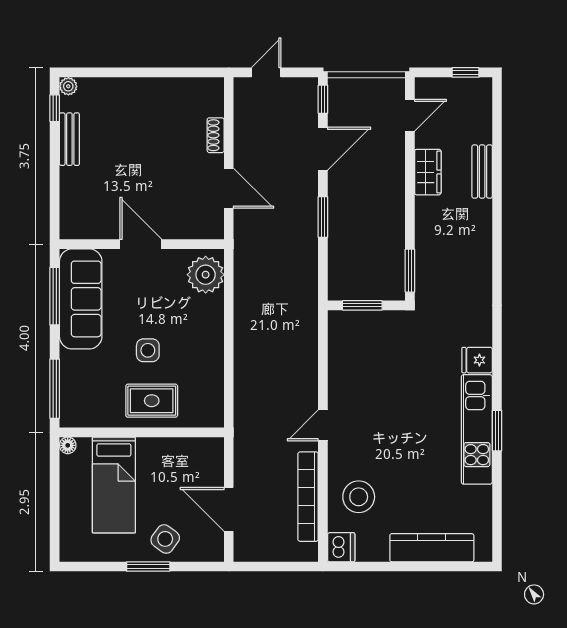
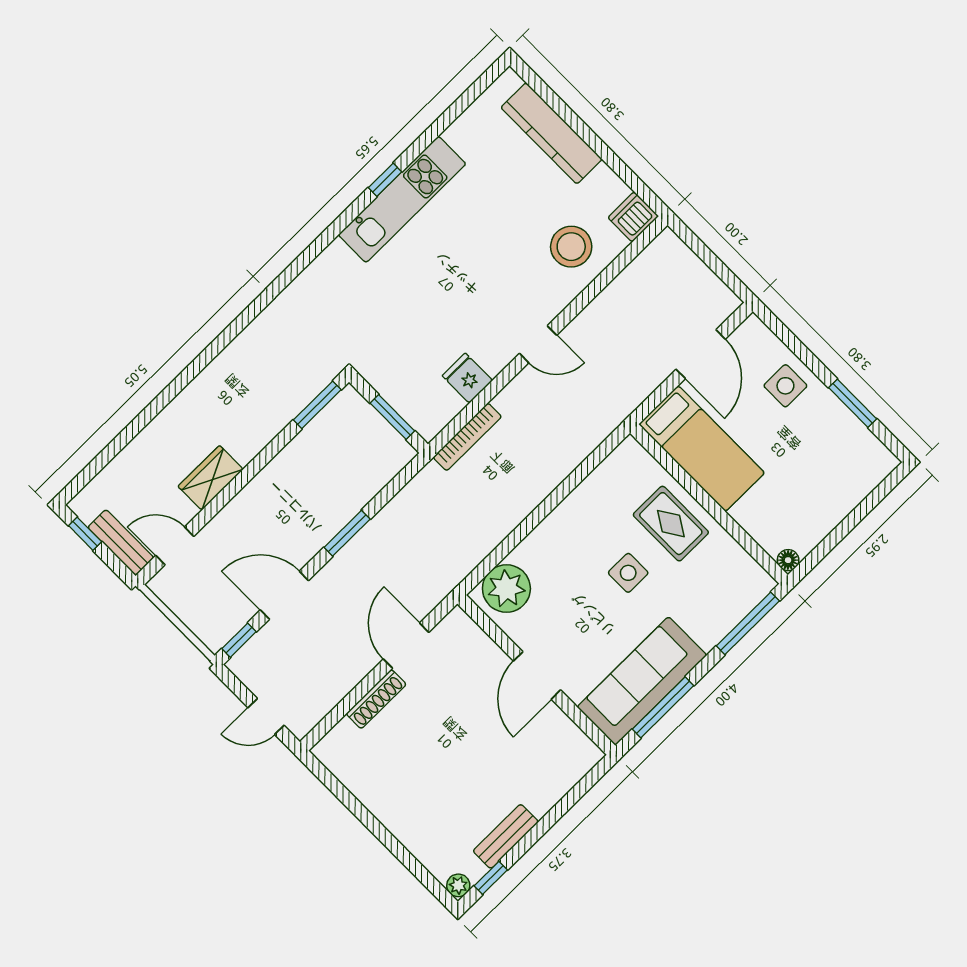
shoe rack: (216, 135) -> (376, 699), width x1.43
bench: (482, 172) -> (121, 543), moved, turned 90
fridge: (477, 360) -> (467, 378), moved, turned 180
window: (497, 431) -> (385, 180), width x0.67
bed: (114, 485) -> (702, 449), moved, turned 90
bookcase: (308, 497) -> (467, 437), moved, width x0.68, depth x0.76
side table: (165, 539) -> (785, 386), turned -36
window: (148, 566) -> (853, 403), moved

